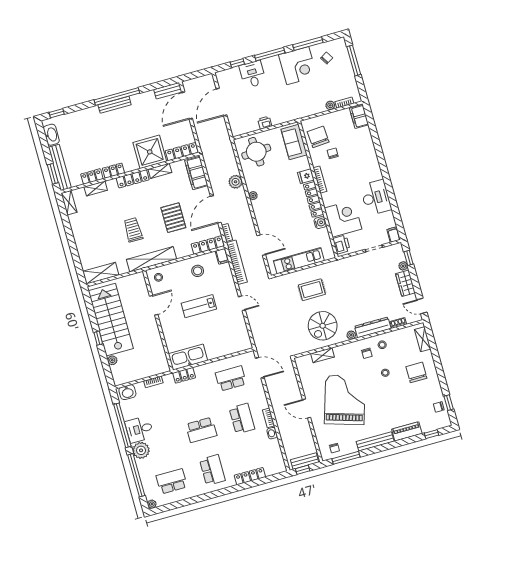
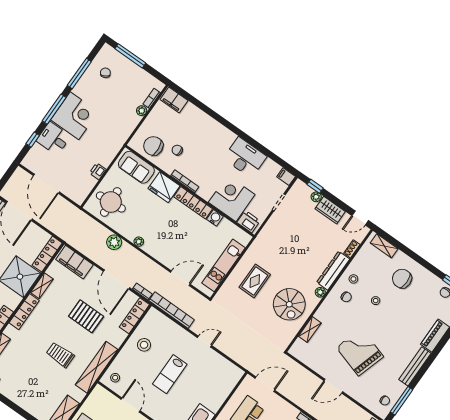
corner desk: (298, 66) -> (75, 116), moved
fridge: (306, 176) -> (164, 187), width x1.88, depth x1.34
filing cabinet: (222, 256) -> (155, 315), removed
grand piano: (345, 400) -> (360, 352), width x0.73, depth x0.68

